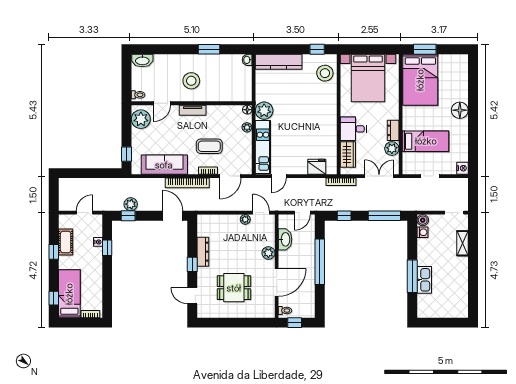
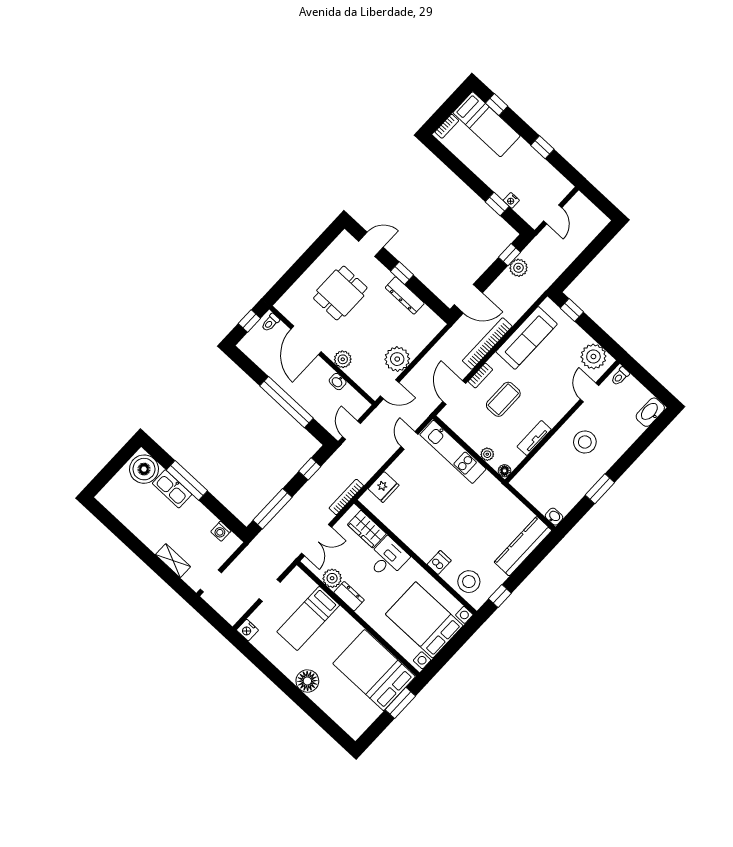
dishwasher: (330, 99) -> (439, 562), added
tv unit: (193, 110) -> (534, 438), moved
plant: (264, 111) -> (488, 487), removed
plant: (245, 219) -> (397, 359), width x1.88, depth x1.88
boiler: (423, 220) -> (144, 469), moved, width x1.86, depth x1.86
washbasin: (285, 239) -> (338, 382), width x0.52, depth x0.69
cot: (66, 242) -> (541, 168), removed

